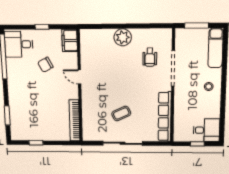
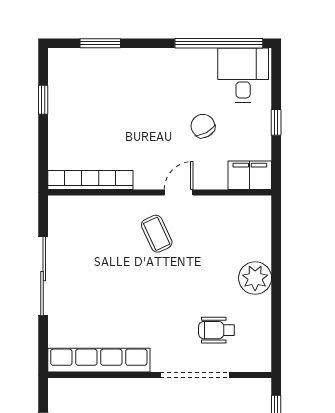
coffee table: (121, 113) -> (157, 234), moved

